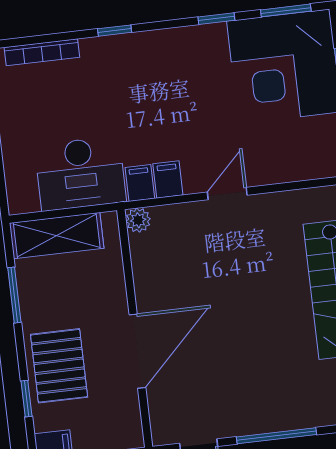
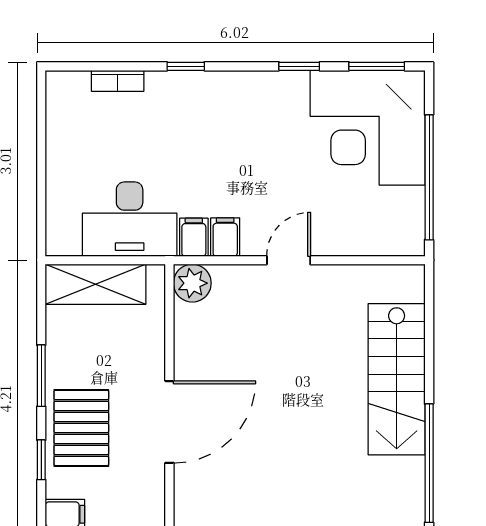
bookcase: (42, 52) -> (118, 81), width x0.64
plant: (138, 220) -> (192, 283), width x1.38, depth x1.38
window: (14, 295) -> (41, 376), moved

